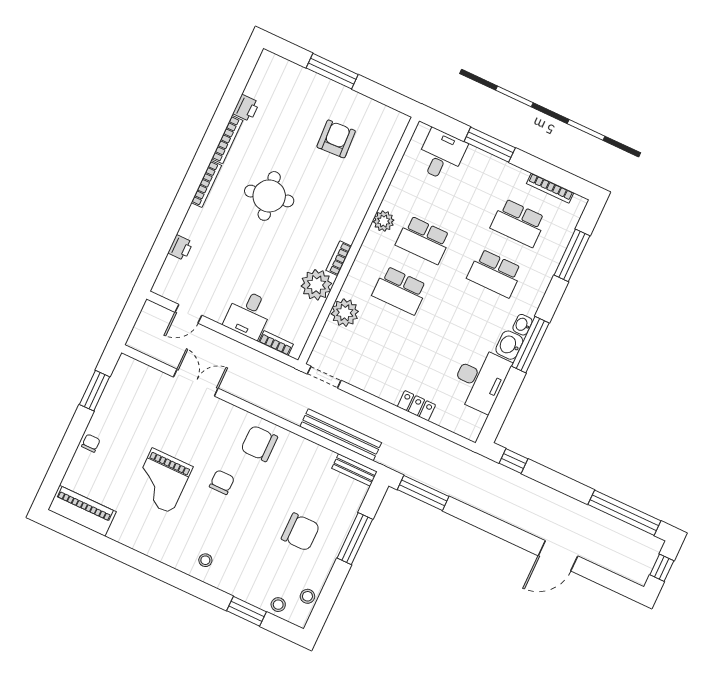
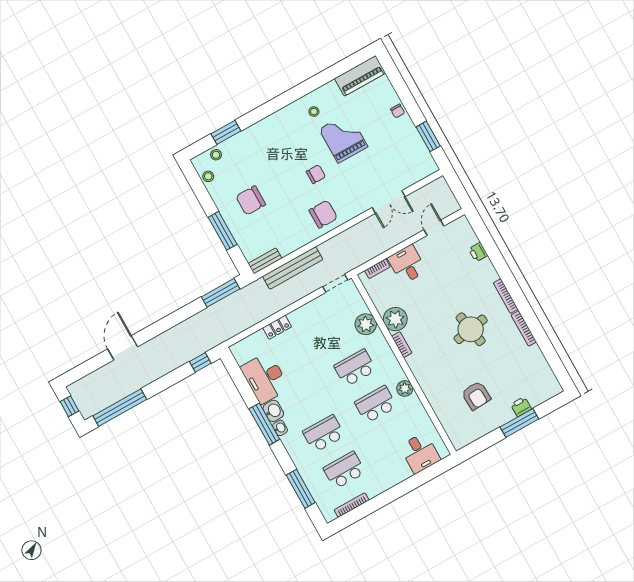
printer: (246, 108) -> (521, 407), moved, turned 90
window: (490, 145) -> (405, 487), removed
chair: (222, 482) -> (316, 174), turned -90
stool: (205, 560) -> (314, 112), moved

